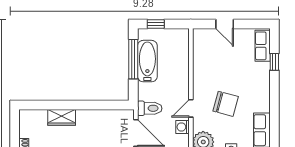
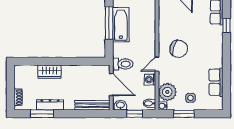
chair: (226, 104) -> (179, 49), moved

